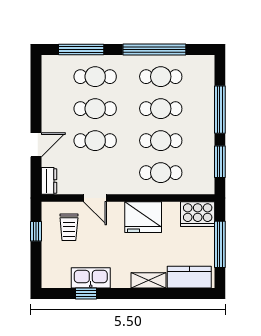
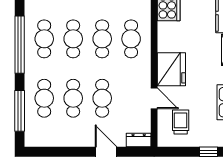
door: (95, 198) -> (154, 98), hinge flipped
fridge: (143, 217) -> (171, 69), moved
trolley: (69, 227) -> (181, 122), turned -90
window: (36, 231) -> (208, 152), moved

